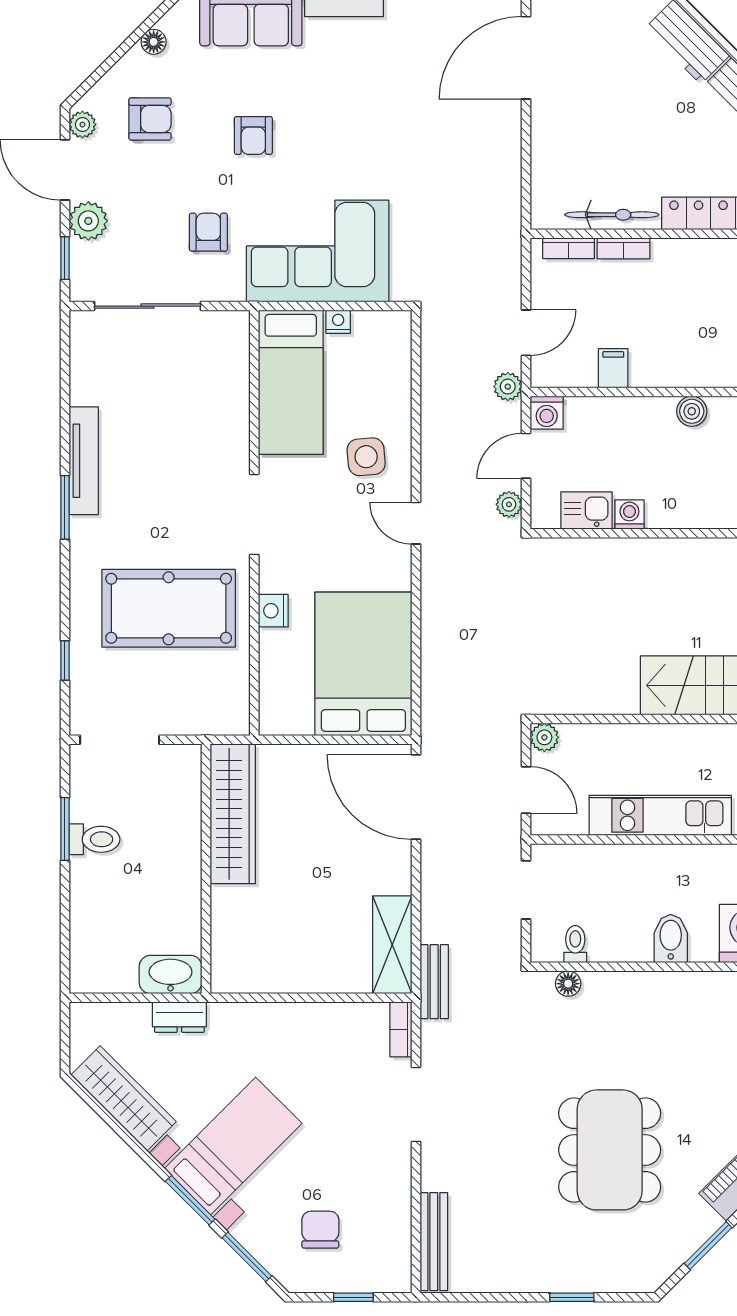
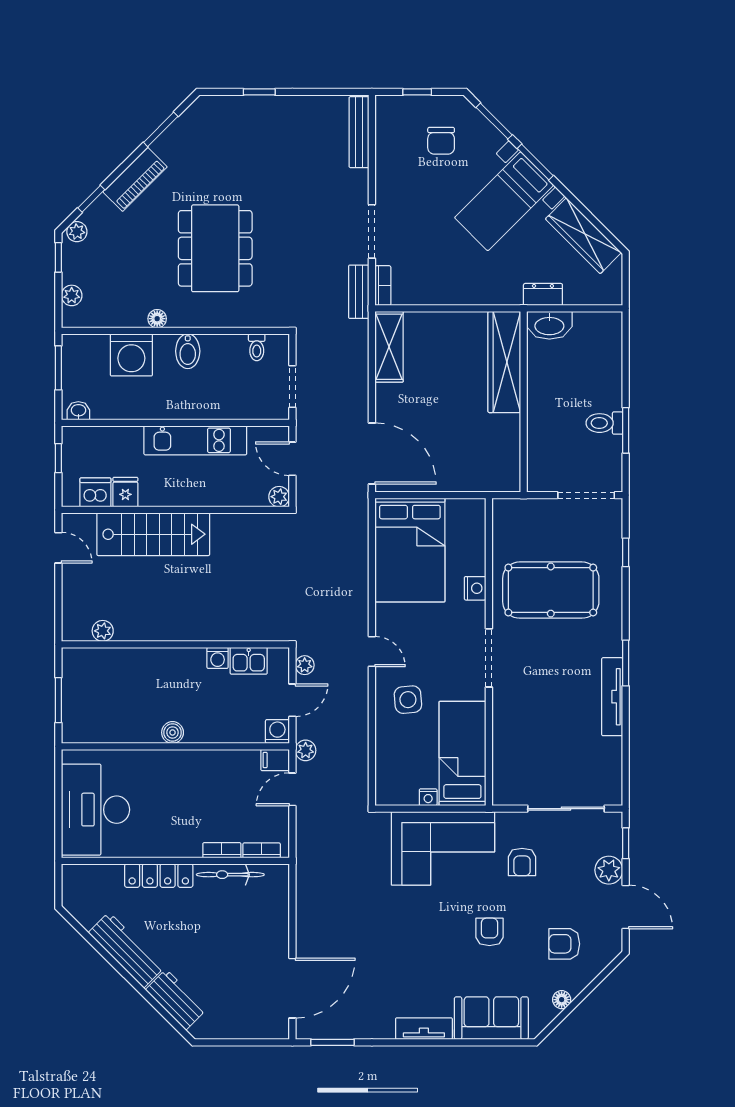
plant: (82, 125) -> (613, 940), removed
filing cabinet: (613, 368) -> (275, 760), moved, turned 90
wardrobe: (233, 814) -> (504, 362), moved
bench: (434, 982) -> (359, 292), moved
floor lamp: (568, 984) -> (157, 319), moved
dining table: (610, 1150) -> (215, 248), moved

